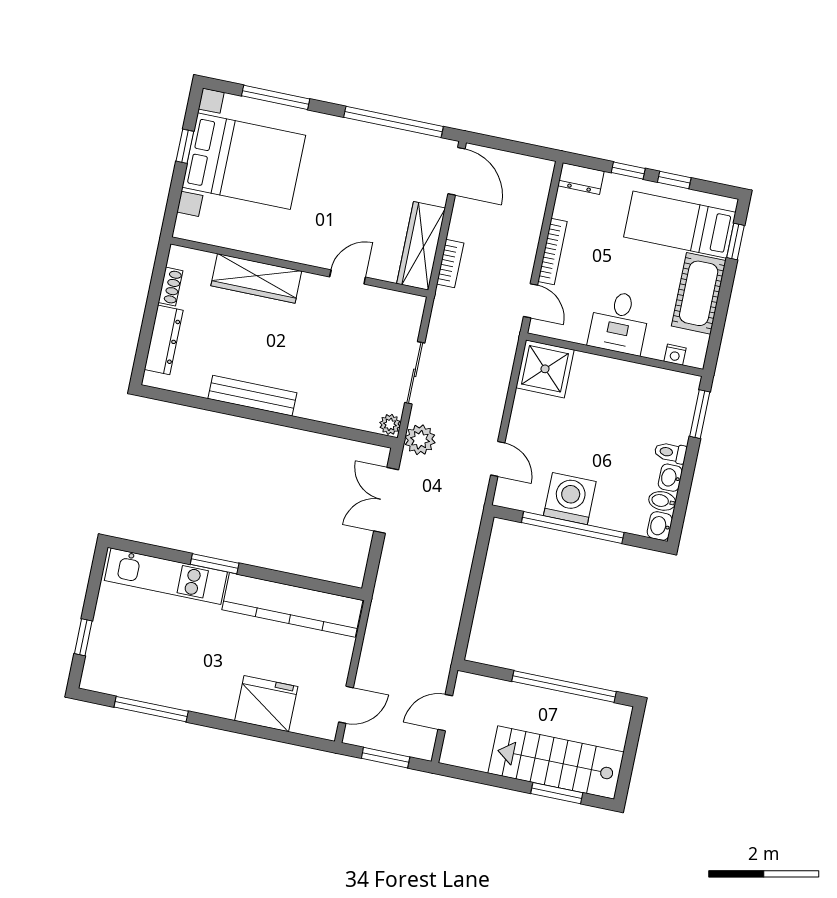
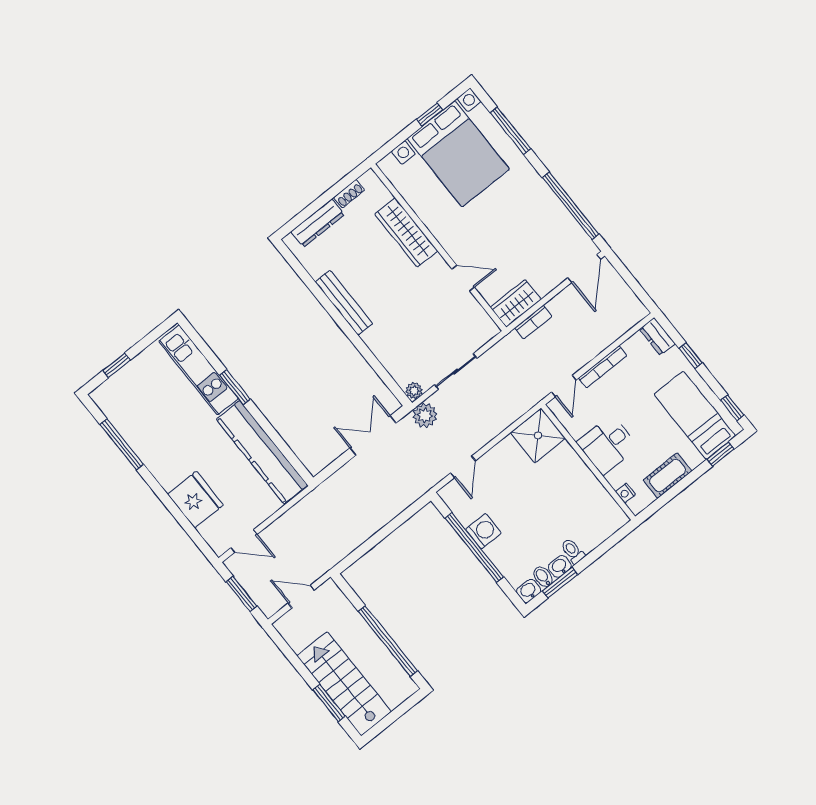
window: (674, 180) -> (732, 408), moved
wardrobe: (421, 246) -> (516, 303), width x0.67
cot: (699, 293) -> (667, 476), width x0.73, depth x0.75
window: (700, 414) -> (560, 583), moved
washing machine: (570, 499) -> (483, 531), width x0.73, depth x0.73

